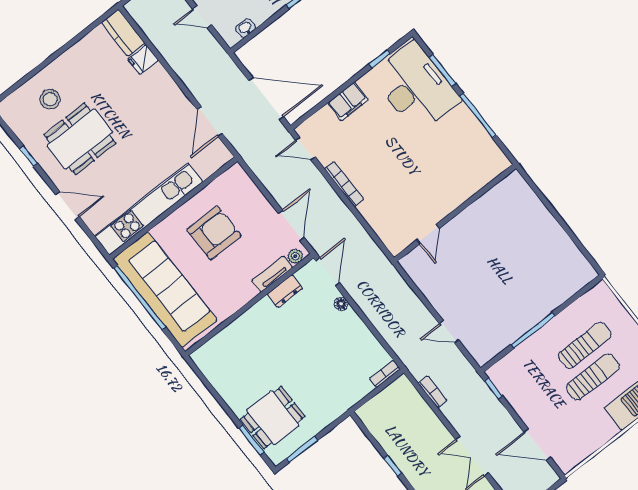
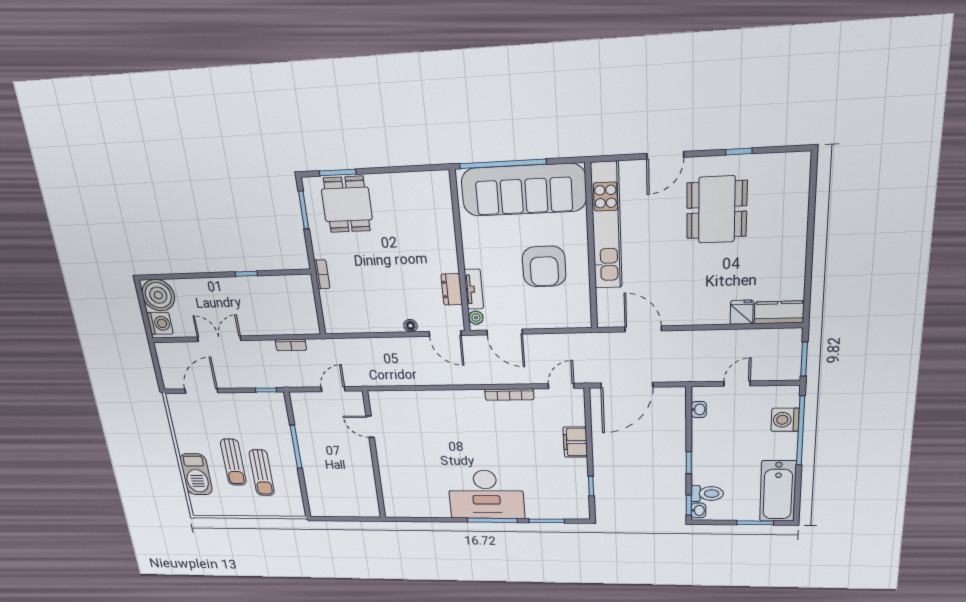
desk: (416, 87) -> (486, 495), moved
stool: (50, 99) -> (775, 208), removed
wall: (455, 213) -> (374, 456), moved
door: (428, 234) -> (370, 427), moved
window: (140, 297) -> (503, 164), moved
bookcase: (385, 374) -> (322, 274), moved

